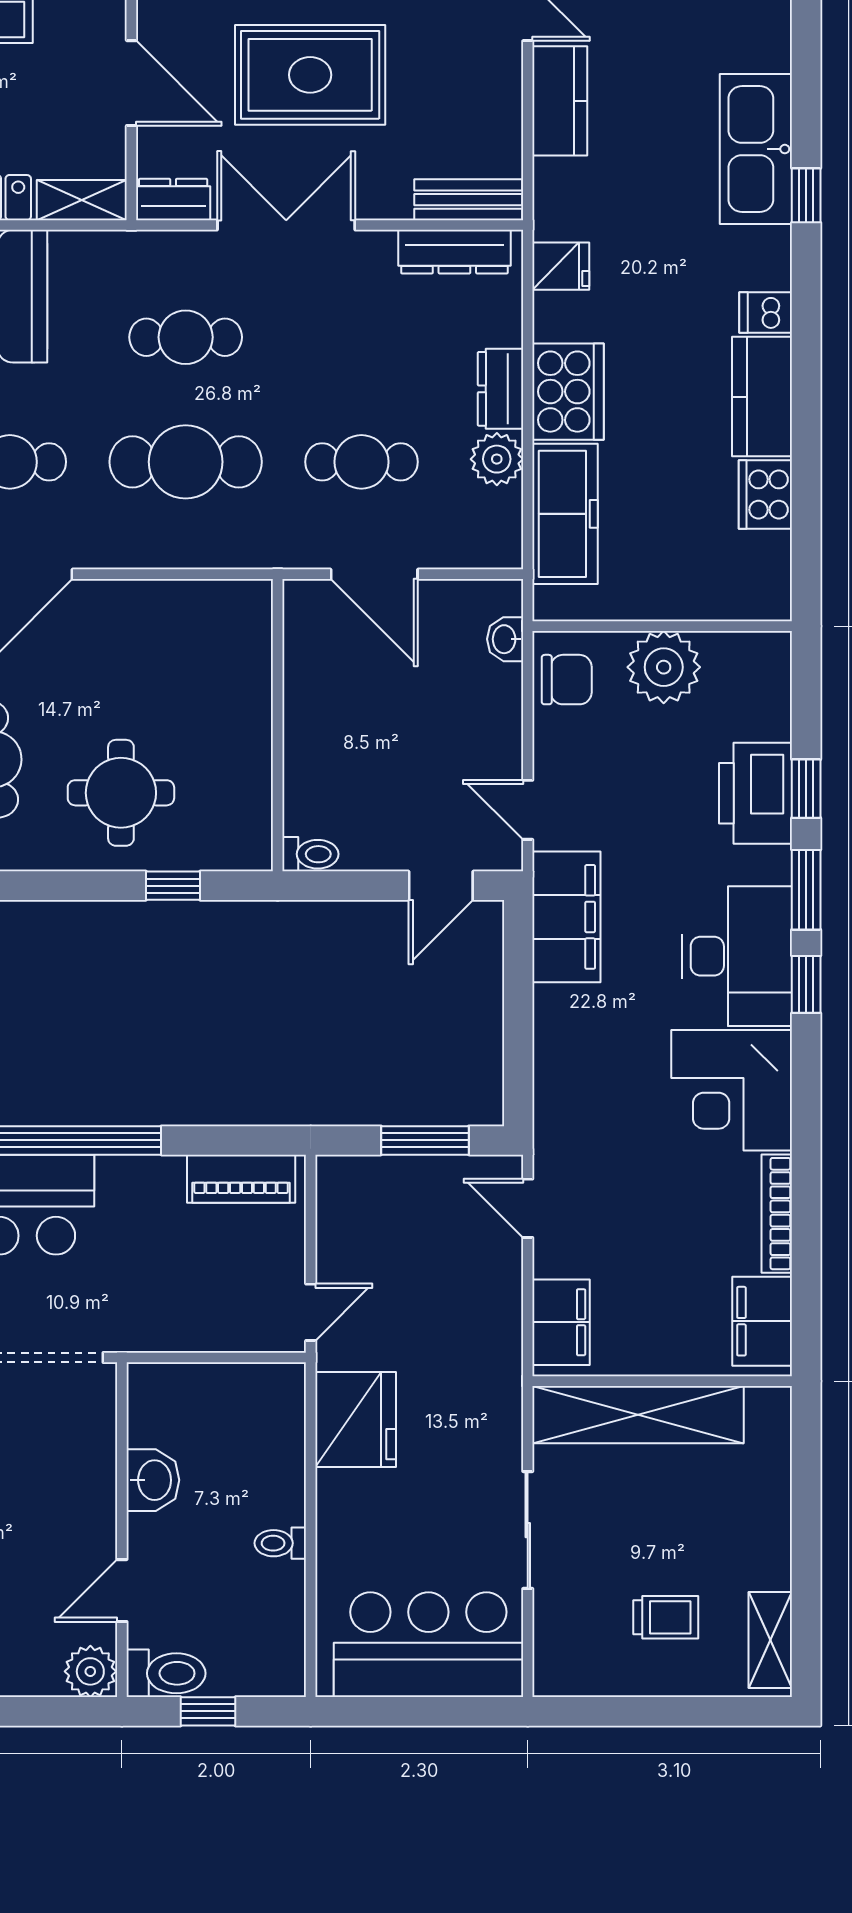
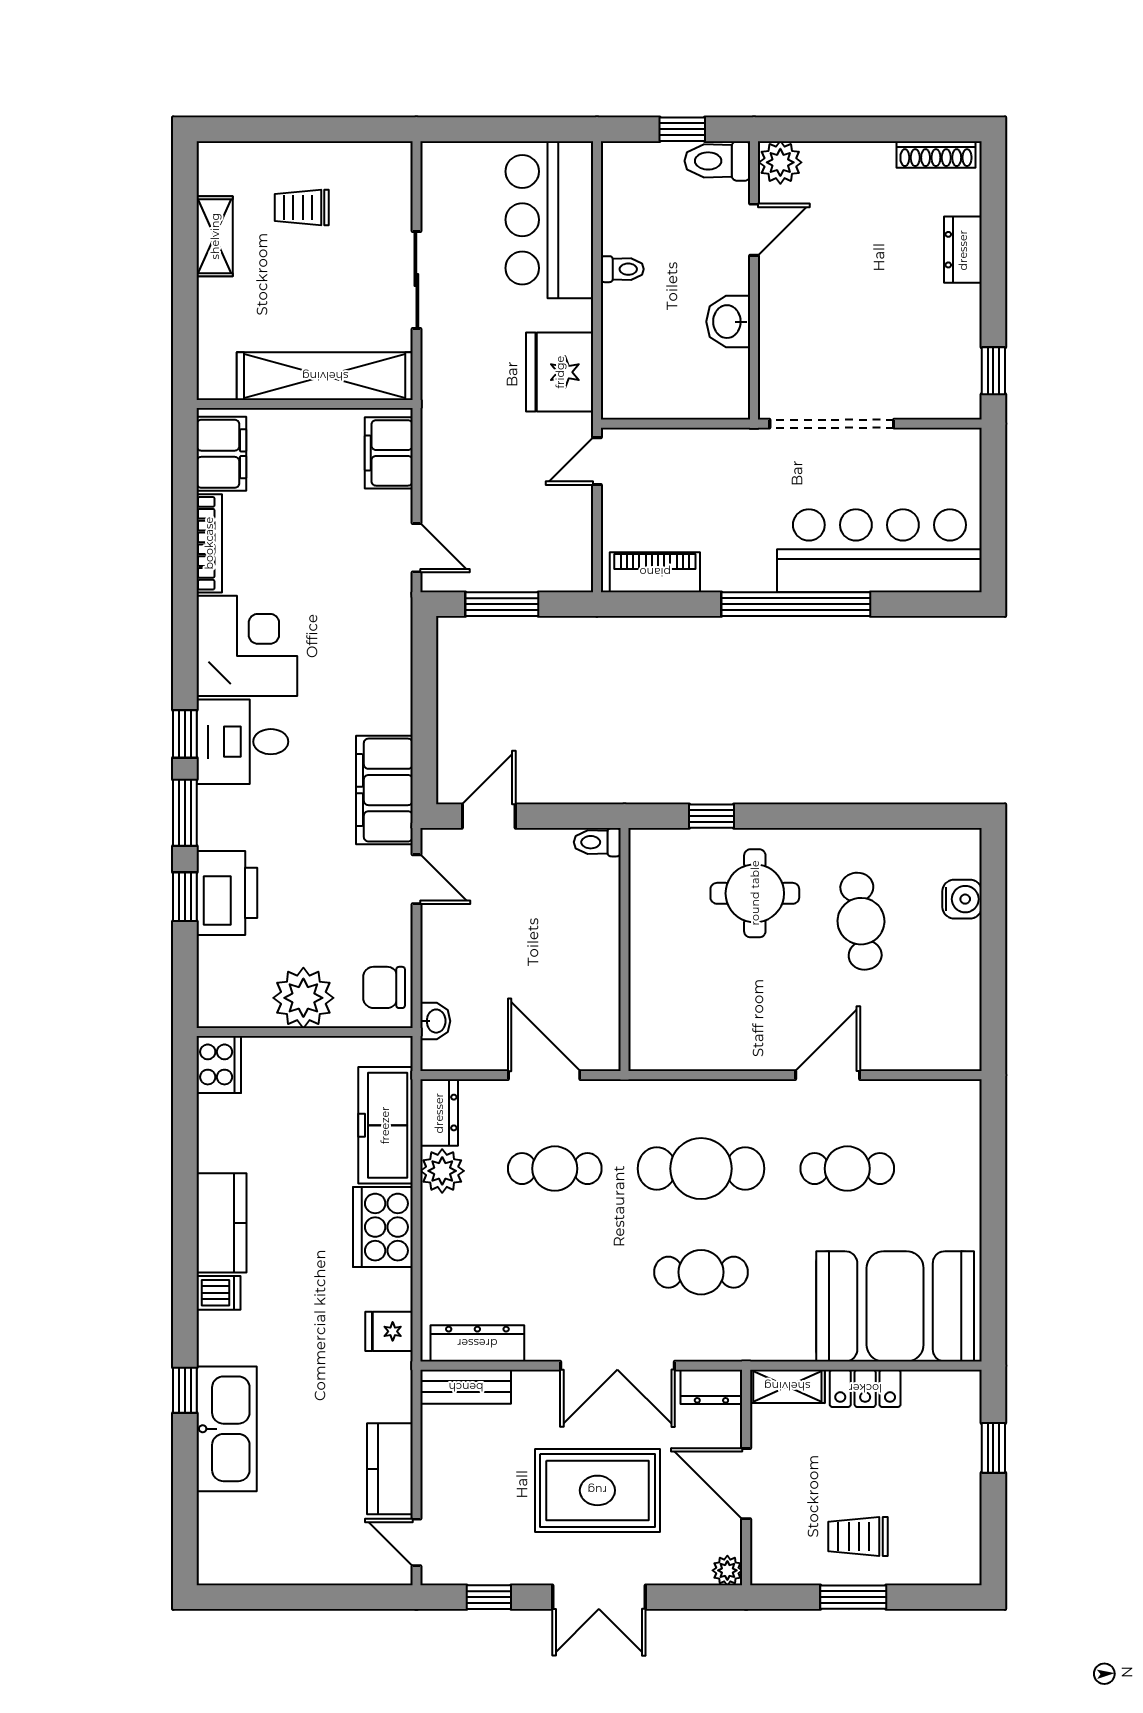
dresser: (500, 389) -> (439, 1113), moved
cooker: (765, 495) -> (219, 1064), moved
desk: (737, 956) -> (242, 742), width x0.73
shelving: (770, 1640) -> (215, 236), moved
bar counter: (428, 1645) -> (549, 220), moved, turned 90

